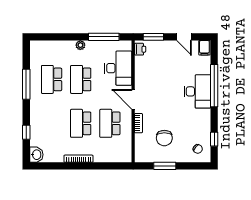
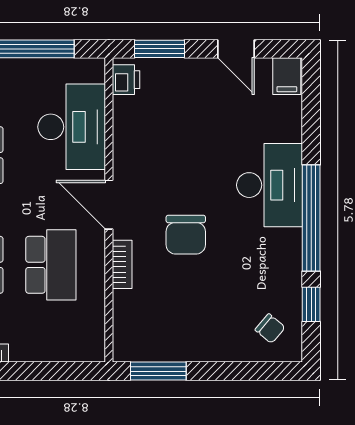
window: (214, 86) -> (311, 218), moved
school desk: (110, 123) -> (51, 265), turned 180
chair: (164, 138) -> (186, 235), moved
window: (165, 166) -> (158, 371), moved

